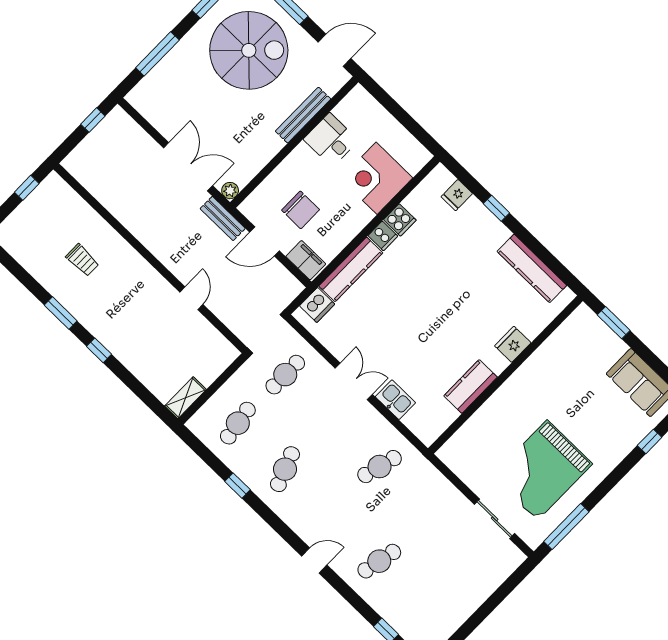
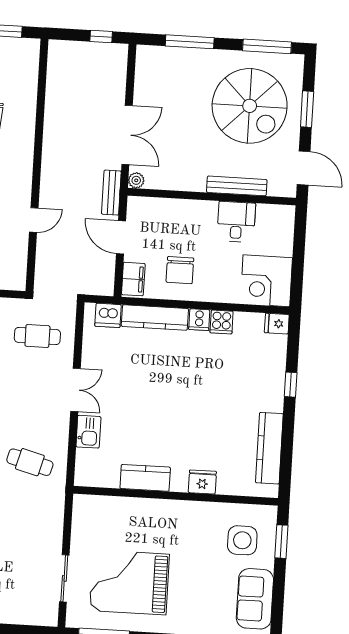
corner desk: (377, 178) -> (266, 281), moved, turned -90
fridge: (457, 195) -> (277, 324), moved
chair: (301, 210) -> (180, 270), moved
side table: (586, 353) -> (242, 540), added

